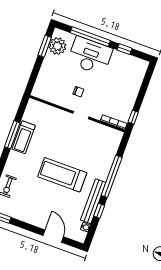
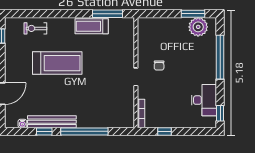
window: (125, 49) -> (220, 113), moved
desk: (90, 56) -> (204, 100), moved, width x0.73, depth x0.77
window: (133, 117) -> (164, 131), moved
window: (12, 135) -> (107, 14), moved
treadmill: (62, 175) -> (57, 63), moved, turned 90

